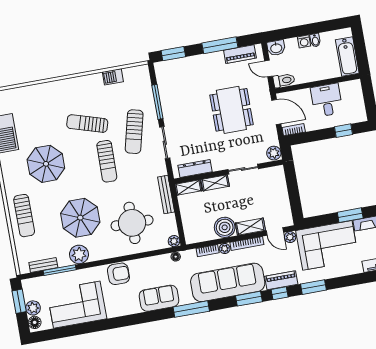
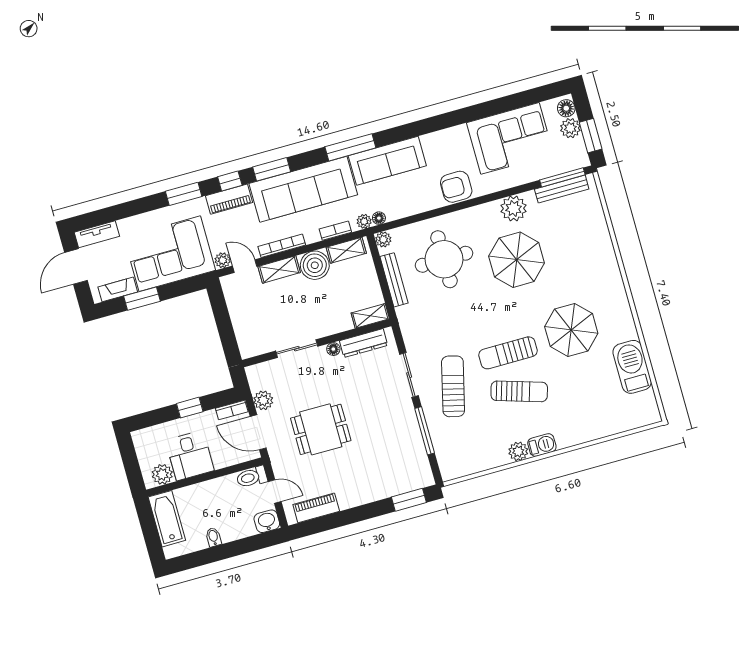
washing machine: (304, 41) -> (229, 534), removed
window: (220, 45) -> (345, 517), removed
barbecue: (113, 77) -> (542, 445), moved
plant: (92, 81) -> (518, 451), added
plant: (348, 88) -> (162, 474), added
dining table: (231, 110) -> (321, 429), width x0.73
window: (344, 131) -> (190, 408), moved
plant: (274, 153) -> (263, 400), moved
sun lounger: (107, 161) -> (508, 353), moved, turned -91
floor lamp: (217, 166) -> (333, 349), added
shelving: (215, 183) -> (346, 250), moved
bench: (166, 195) -> (394, 280), moved
sun lounger: (24, 216) -> (595, 255), removed
plant: (225, 248) -> (364, 221), moved
bench: (43, 265) -> (562, 189), width x1.36
window: (60, 270) -> (562, 177), moved
sofa: (159, 298) -> (387, 161), width x1.36

